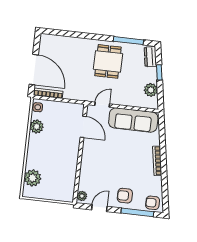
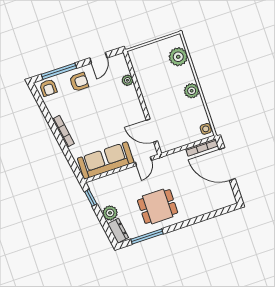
dining table: (108, 61) -> (158, 206), turned 90
window: (159, 72) -> (91, 198), moved
plant: (151, 90) -> (110, 213), moved
plant: (37, 127) -> (192, 91), moved
plant: (82, 196) -> (127, 80), moved
armchair: (153, 203) -> (48, 88), turned 90

